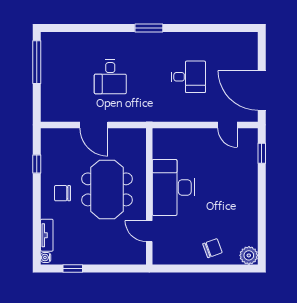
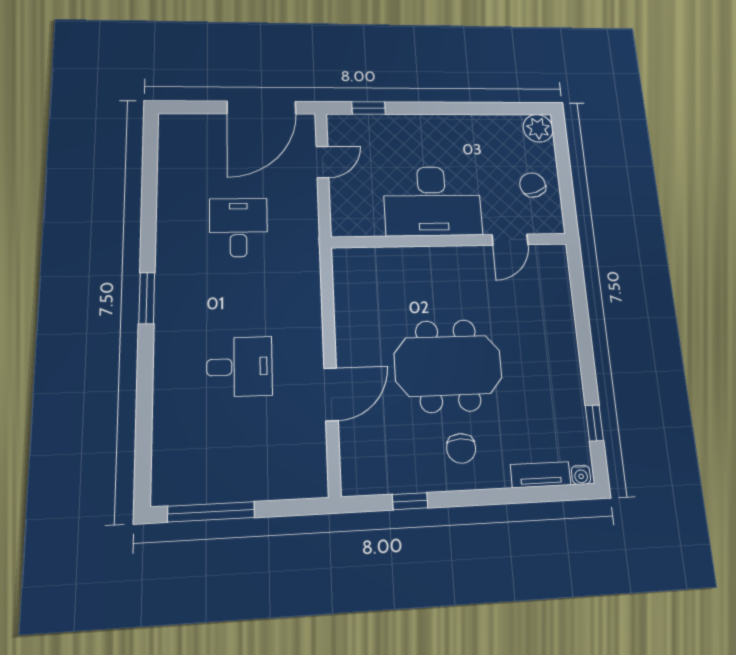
desk: (173, 187) -> (432, 201), moved
wall: (149, 196) -> (450, 241), moved
door: (149, 231) -> (510, 240), moved

